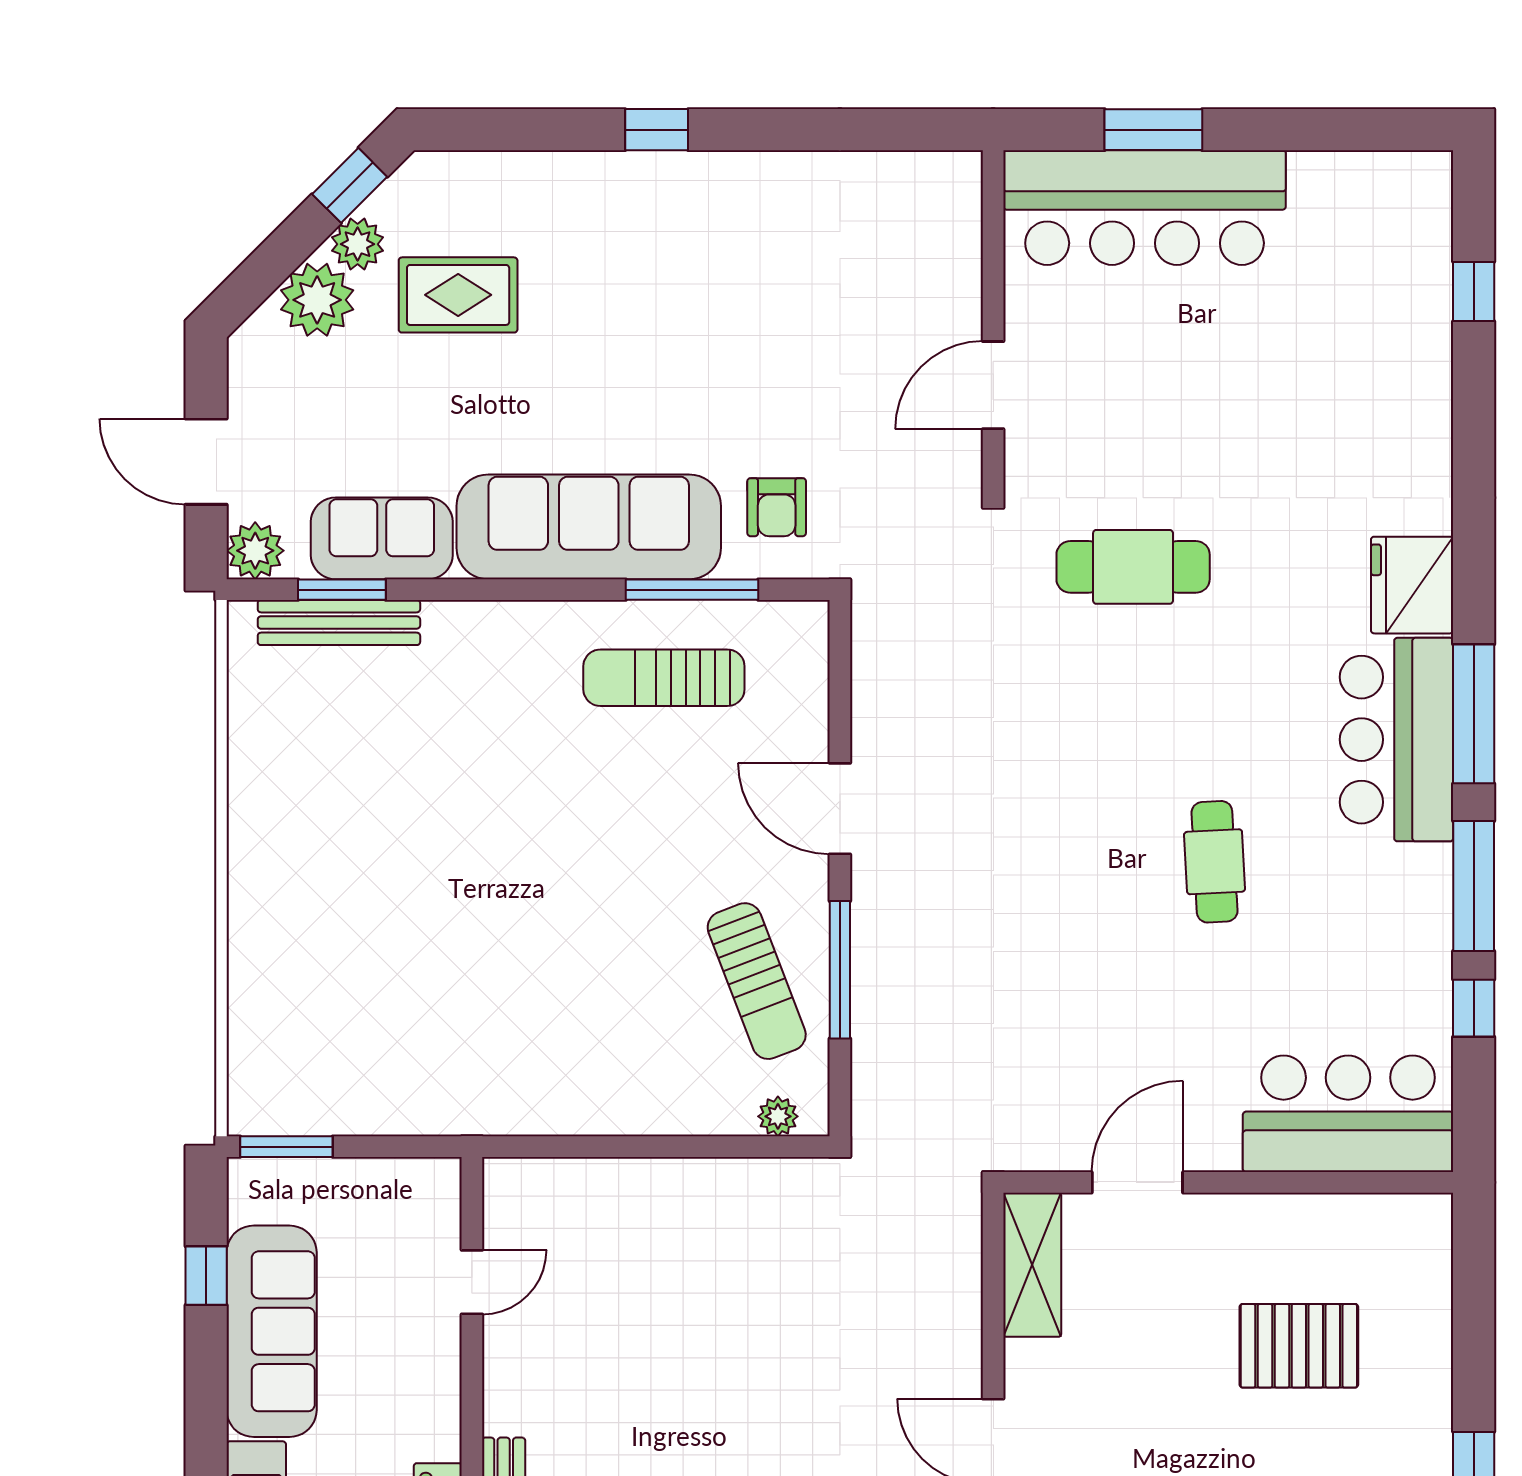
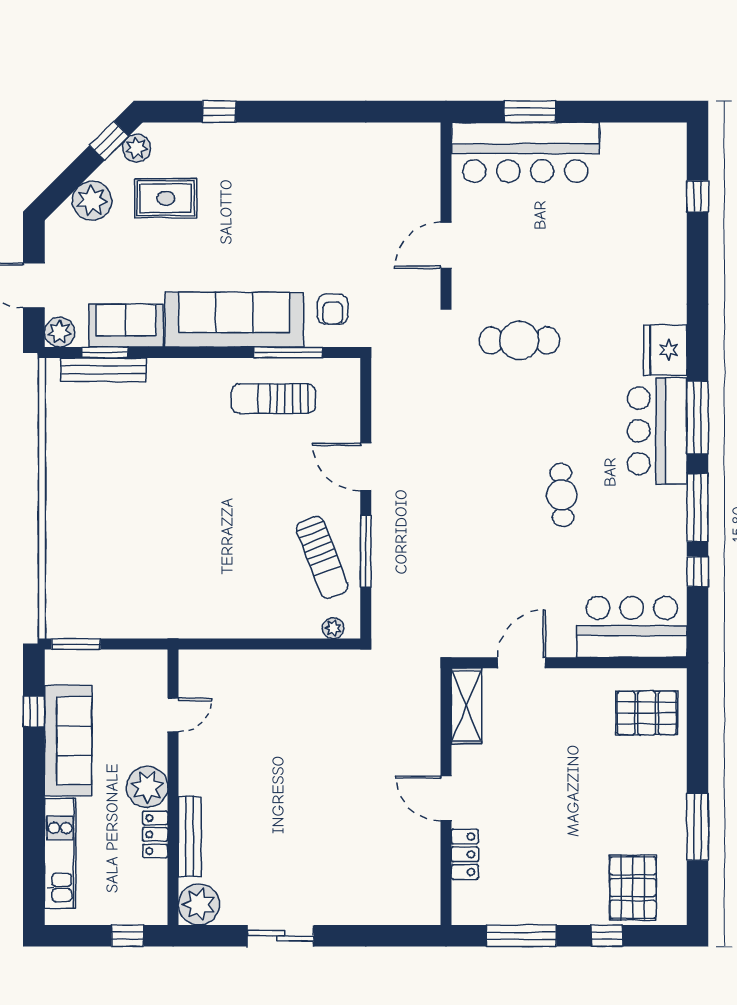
window: (657, 130) -> (219, 112), moved
plant: (358, 244) -> (137, 148), moved
pallet: (1299, 1346) -> (647, 713), moved
plant: (422, 1420) -> (147, 787), added

